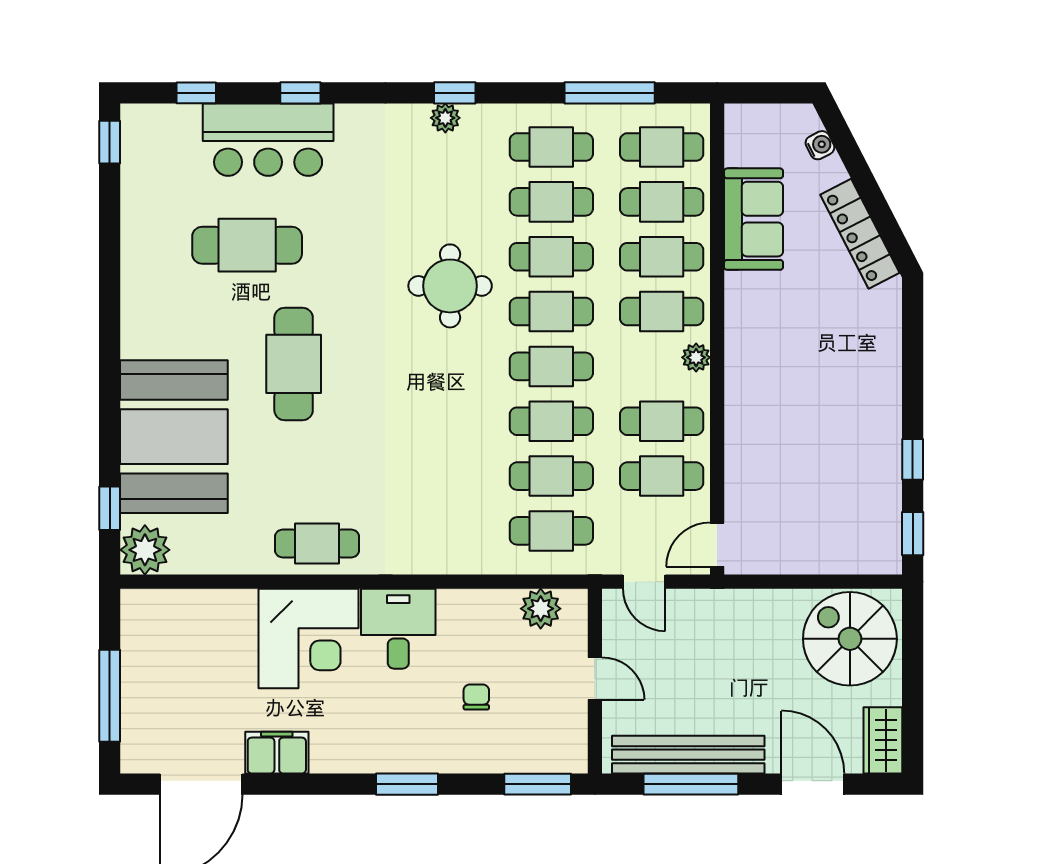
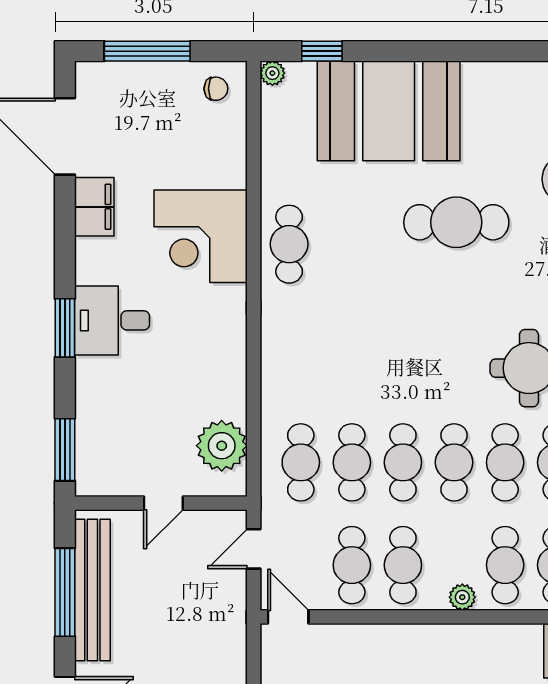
plant: (145, 550) -> (272, 73), width x0.53, depth x0.53
plant: (541, 609) -> (222, 446), width x1.36, depth x1.36
desk: (398, 629) -> (112, 320), moved, turned 180
chair: (476, 697) -> (216, 89), moved

